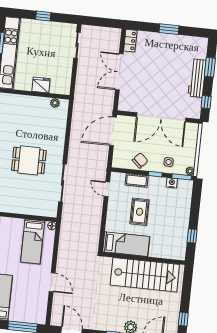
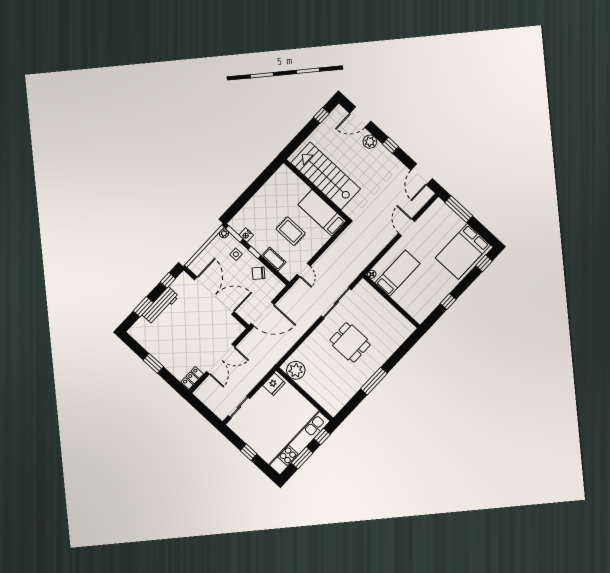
fridge: (41, 85) -> (274, 384), moved, turned -90
plant: (55, 103) -> (296, 370), width x1.88, depth x1.88
rug: (140, 212) -> (291, 231), turned 90
window: (192, 236) -> (262, 179), removed

